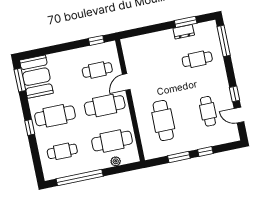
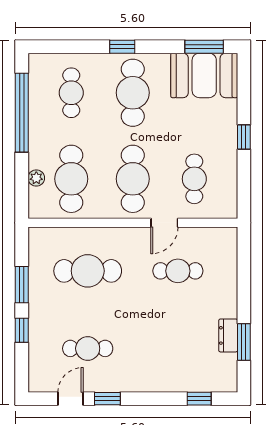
window: (96, 40) -> (244, 137), moved
window: (224, 41) -> (199, 399), width x0.46
cafe table: (197, 59) -> (178, 271), moved, turned 90
door: (126, 82) -> (164, 223), swing flipped

